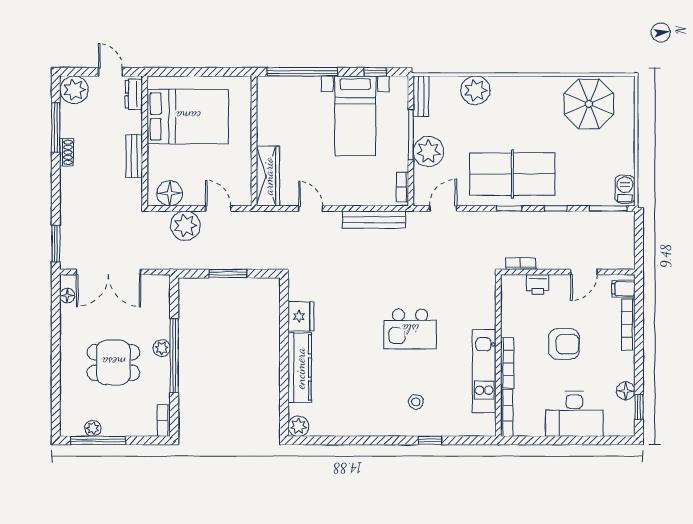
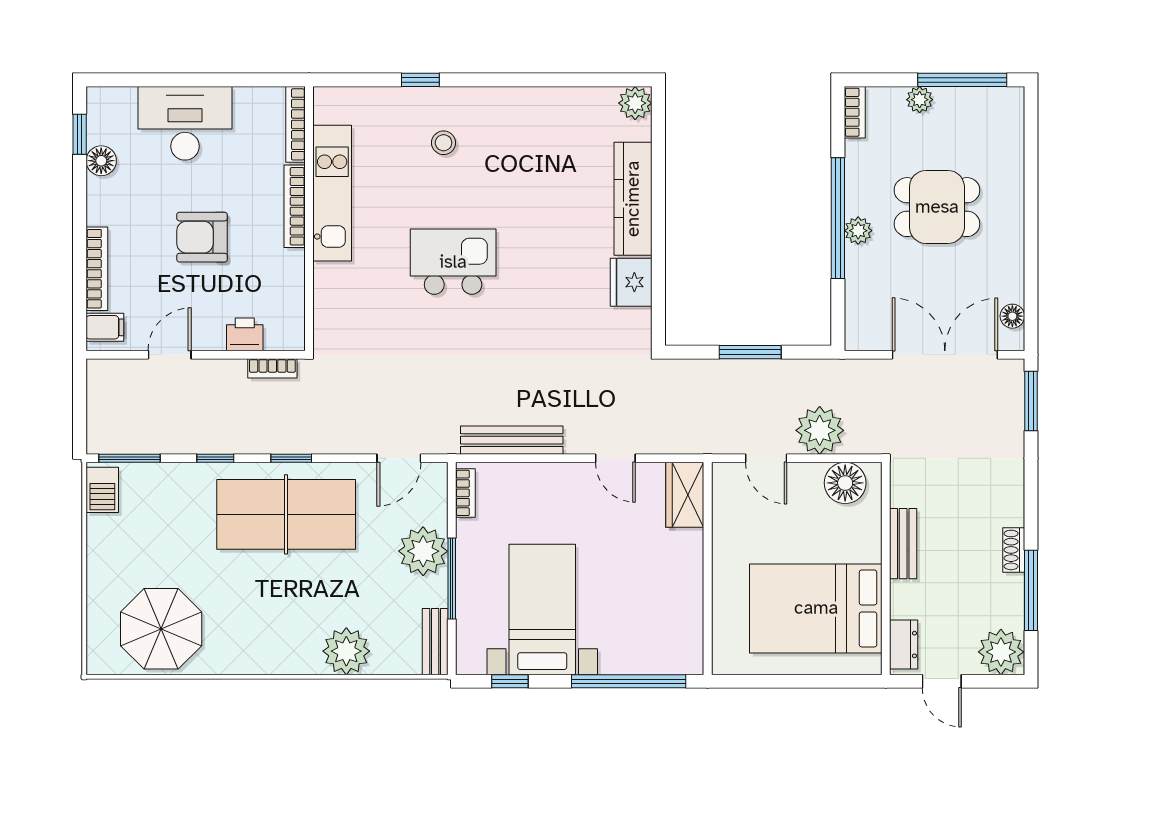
wardrobe: (268, 176) -> (685, 495), width x0.67
plant: (93, 428) -> (920, 100), moved

